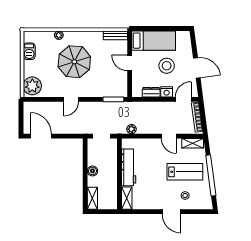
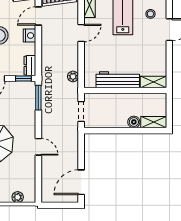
plant: (32, 86) -> (18, 197), width x0.53, depth x0.53
window: (130, 87) -> (23, 79), added
dresser: (151, 92) -> (30, 66), moved
door: (183, 99) -> (38, 16), hinge flipped
boiler: (92, 171) -> (134, 122), moved

